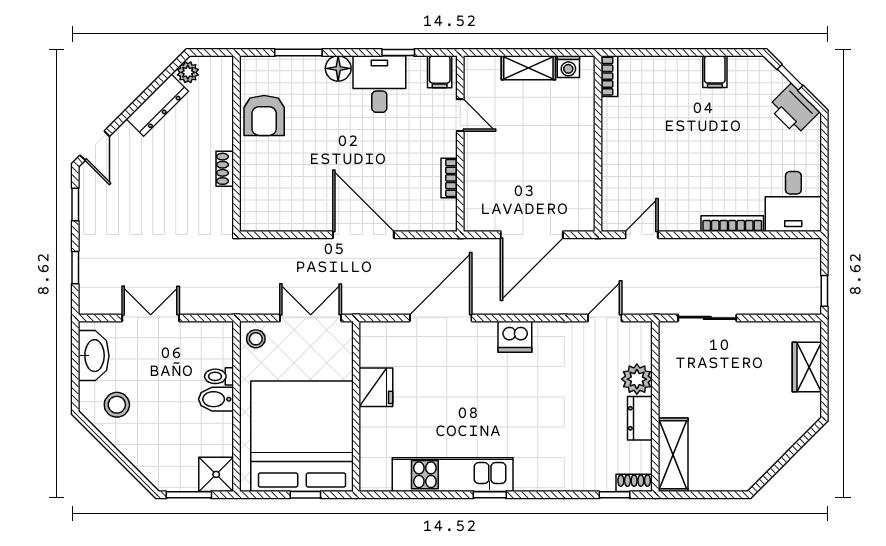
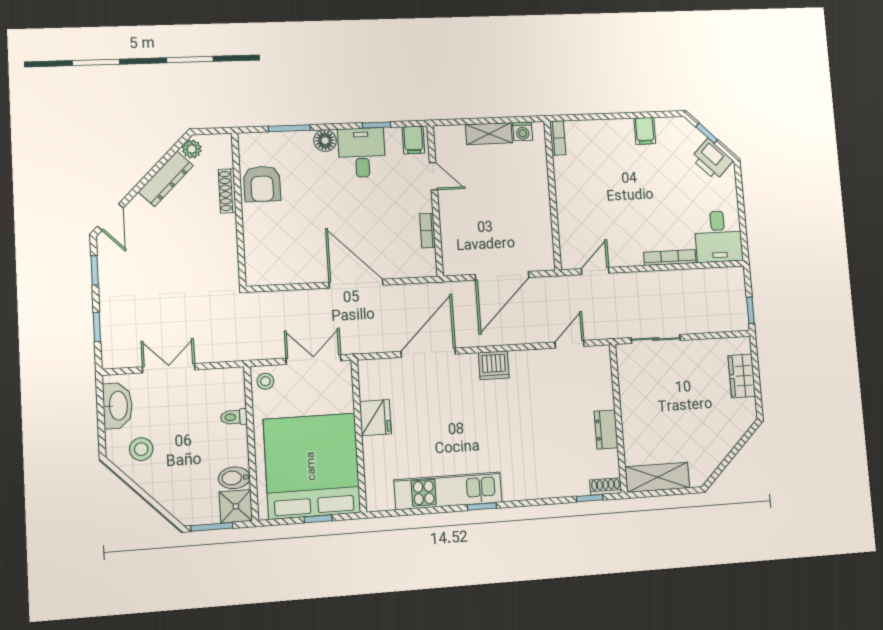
shoe rack: (225, 169) -> (227, 191), moved, width x1.43
plant: (637, 379) -> (601, 396), removed
bidet: (216, 399) -> (234, 478), moved
shelving: (673, 455) -> (658, 477), moved, turned 90

